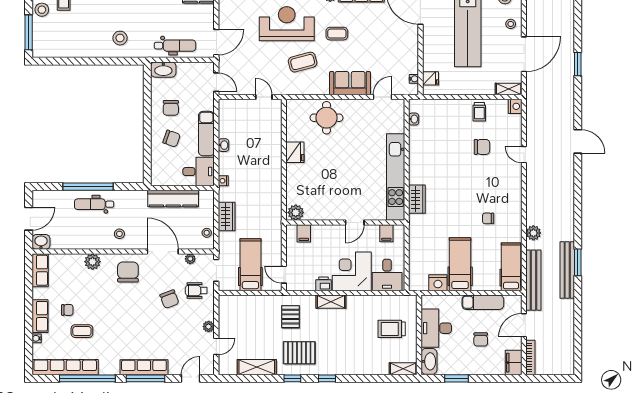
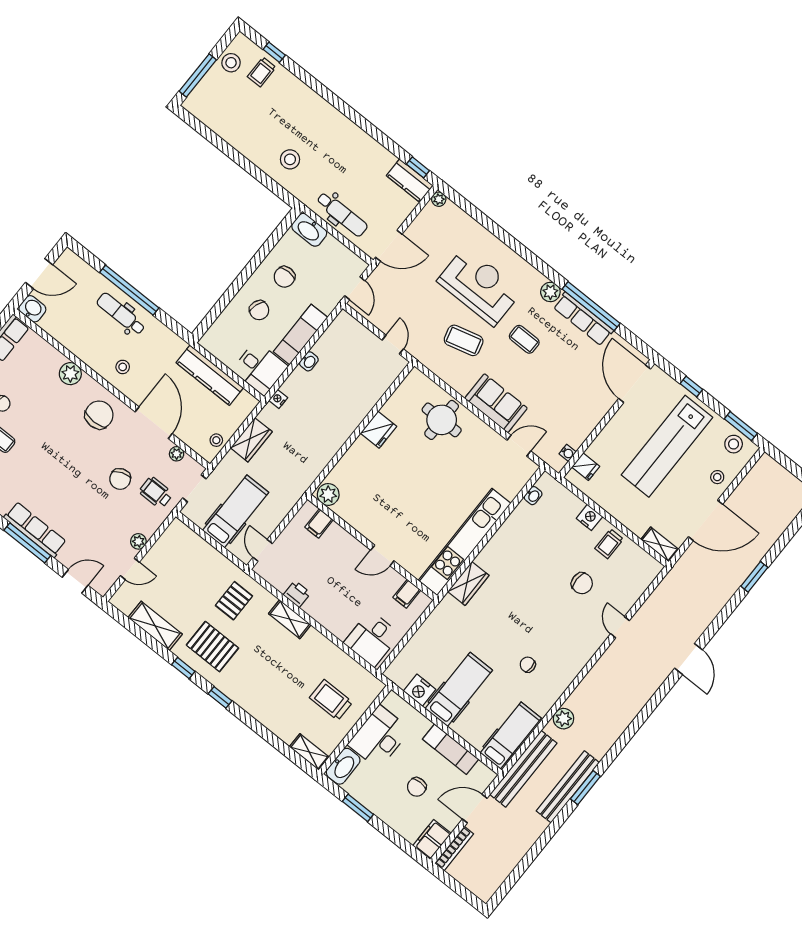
nightstand: (515, 106) -> (589, 517), moved, turned -90
corner desk: (352, 271) -> (338, 605), removed

